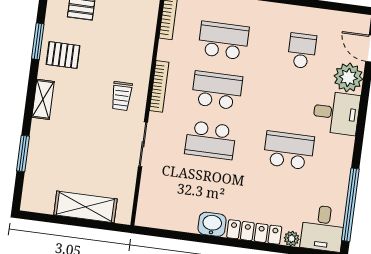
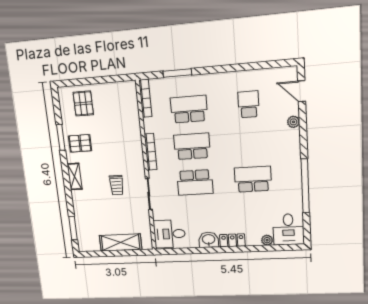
plant: (348, 77) -> (293, 122), width x0.53, depth x0.53
trolley: (122, 96) -> (117, 185), moved
desk: (336, 113) -> (170, 234), moved, turned 180
window: (23, 153) -> (73, 228), moved
window: (350, 205) -> (305, 186), moved
locker: (254, 232) -> (232, 240), width x0.66

